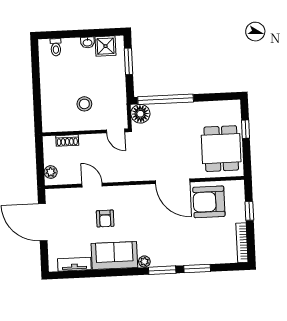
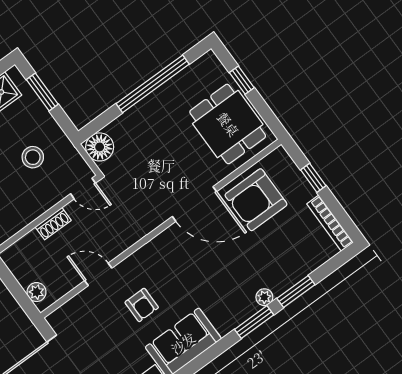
window: (166, 99) -> (153, 84), moved
stool: (84, 104) -> (33, 157), moved
shoe rack: (67, 140) -> (53, 224), moved
plant: (144, 261) -> (264, 297), moved

